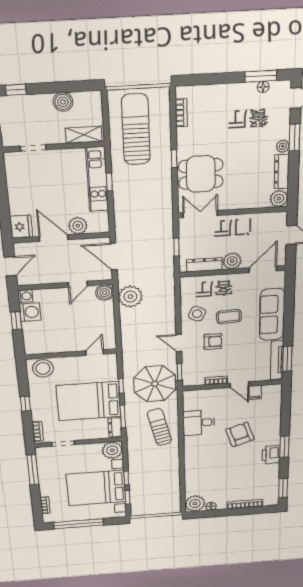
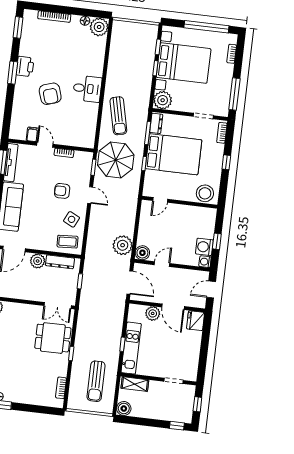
boiler: (63, 102) -> (124, 408), moved
sun lounger: (136, 129) -> (96, 381), width x0.73, depth x0.75
coffee table: (229, 317) -> (67, 242), moved
desk: (199, 423) -> (87, 89), moved

